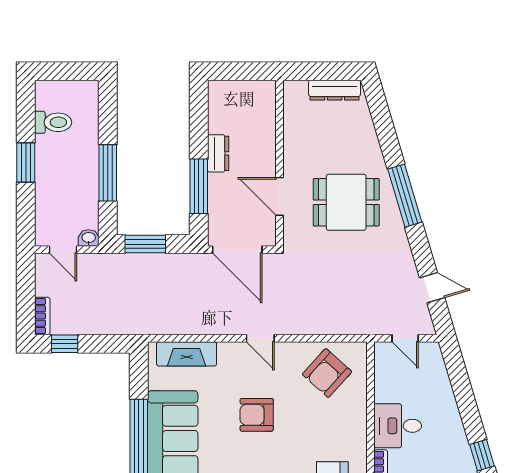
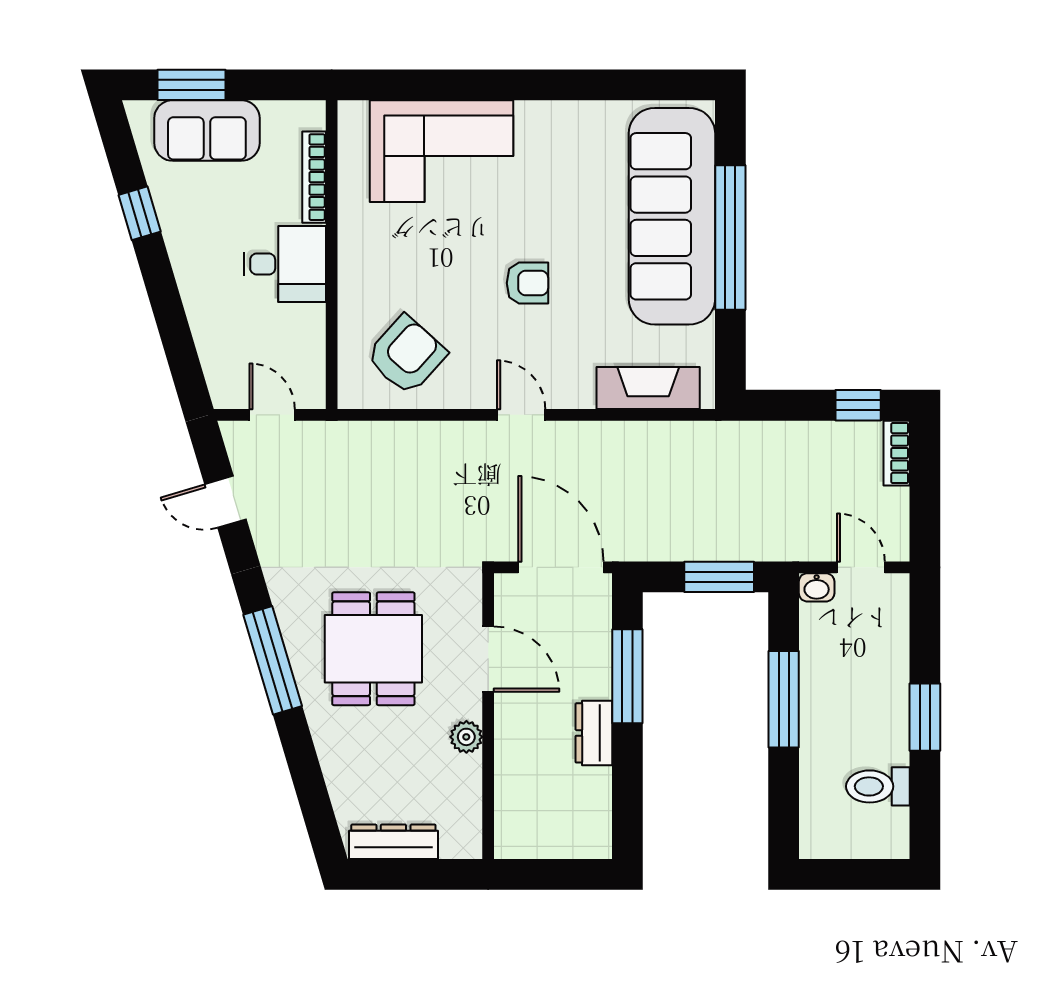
plant: (292, 151) -> (466, 737), added
dining table: (346, 202) -> (373, 649), turned 90
armchair: (257, 415) -> (527, 283), width x0.72, depth x0.72

